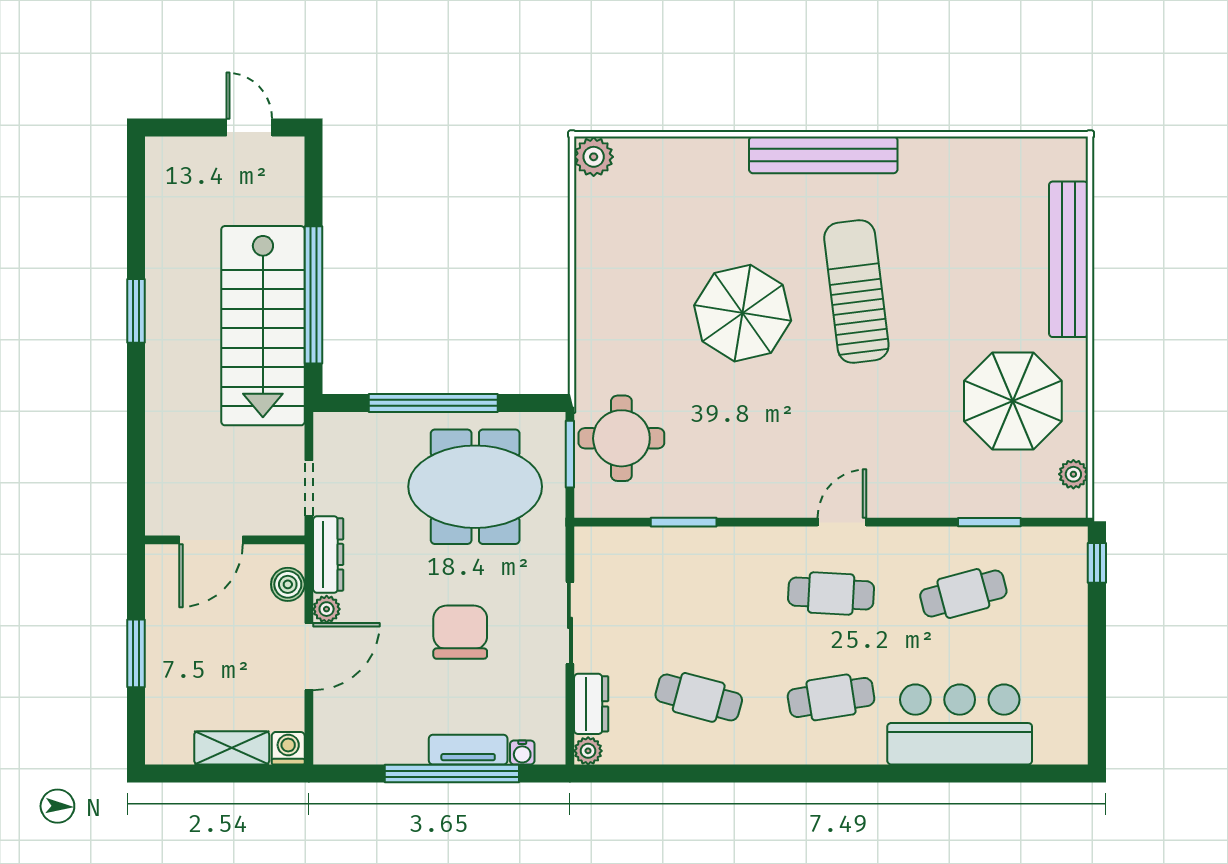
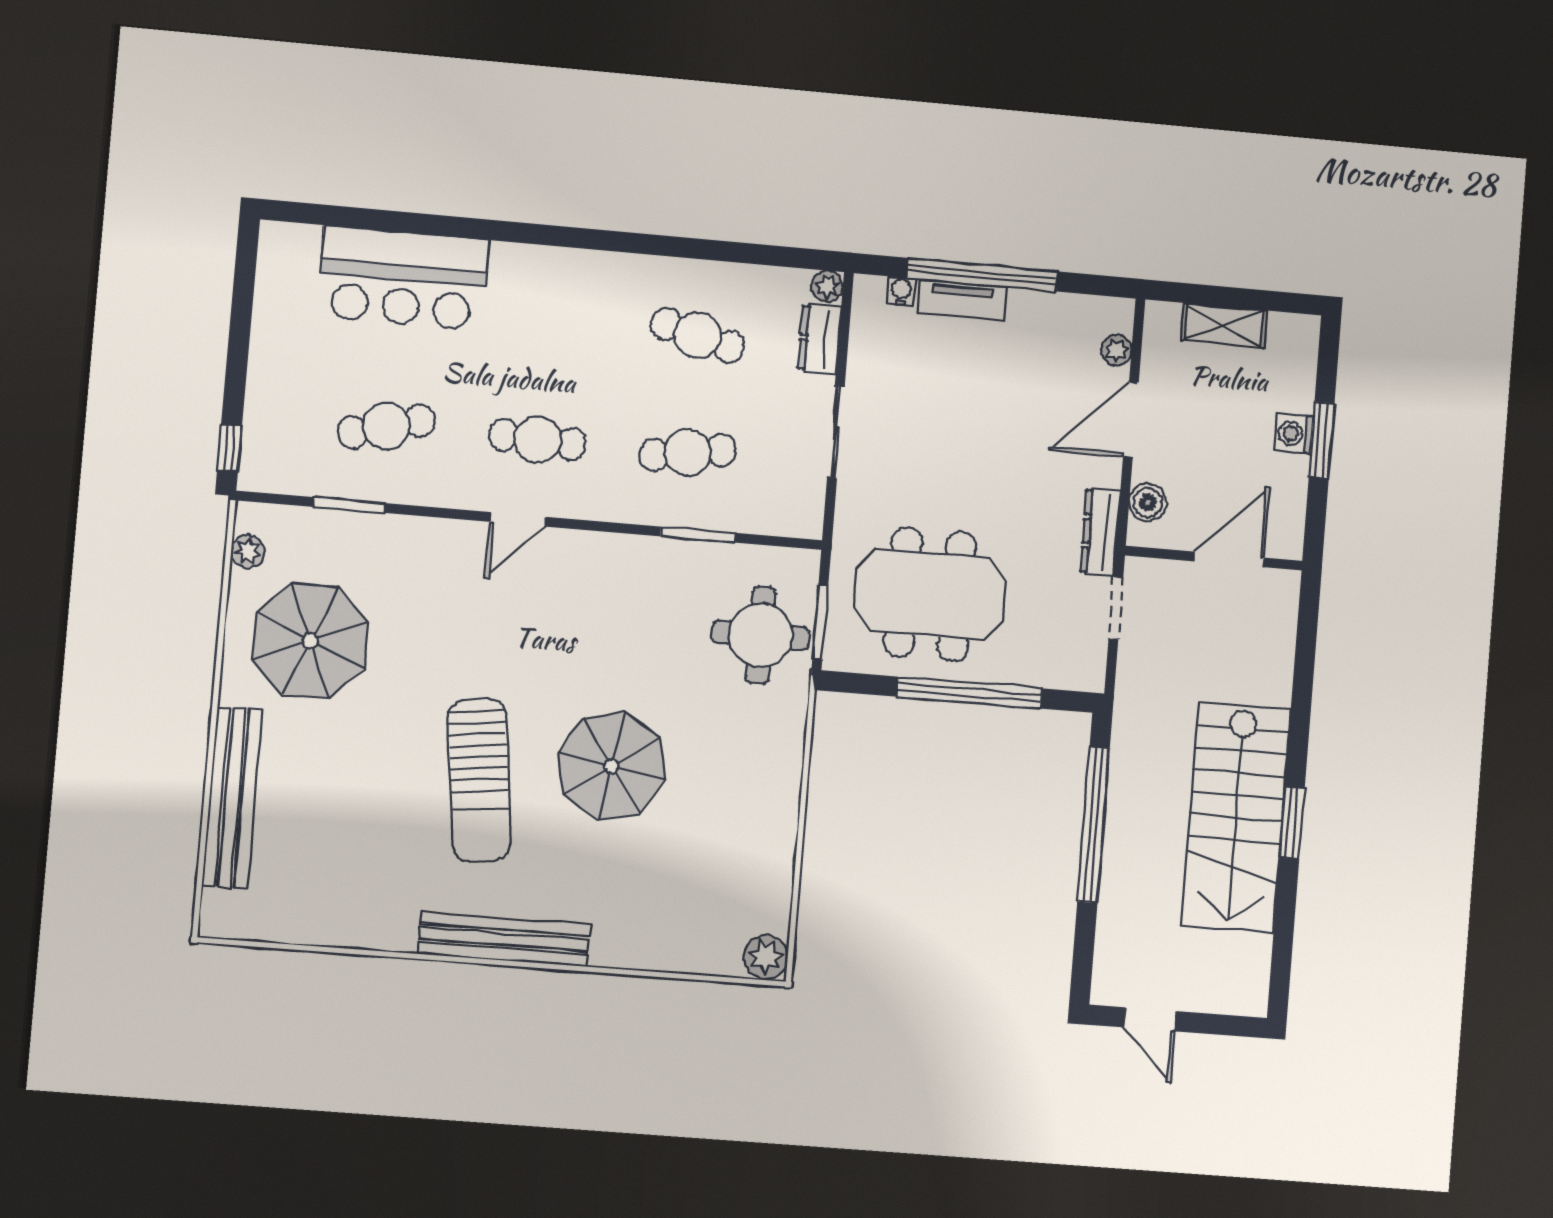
stairs: (263, 326) -> (1236, 818), moved, turned 180
plant: (327, 609) -> (1116, 350), moved
chair: (460, 632) -> (960, 432), removed
cafe table: (831, 697) -> (688, 452), moved
washing machine: (288, 748) -> (1294, 434), moved, turned 90

